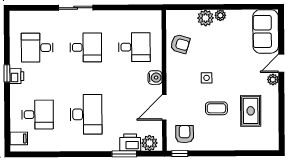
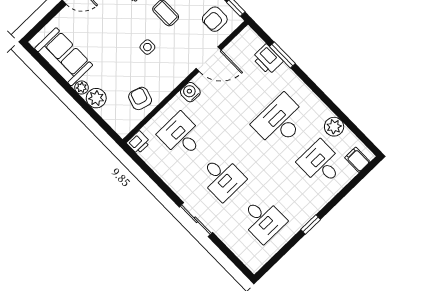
sofa: (266, 31) -> (64, 57), moved, turned -90
desk: (86, 47) -> (222, 178), turned 180
printer: (17, 76) -> (138, 143), moved, turned 180
plant: (150, 143) -> (334, 127), moved

